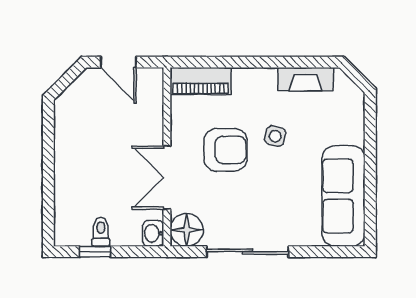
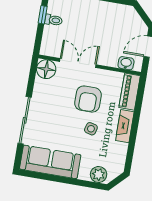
fireplace: (306, 79) -> (125, 126), moved
plant: (351, 110) -> (99, 175), added
washbasin: (153, 233) -> (126, 63), moved
sliding door: (248, 252) -> (25, 120), moved

